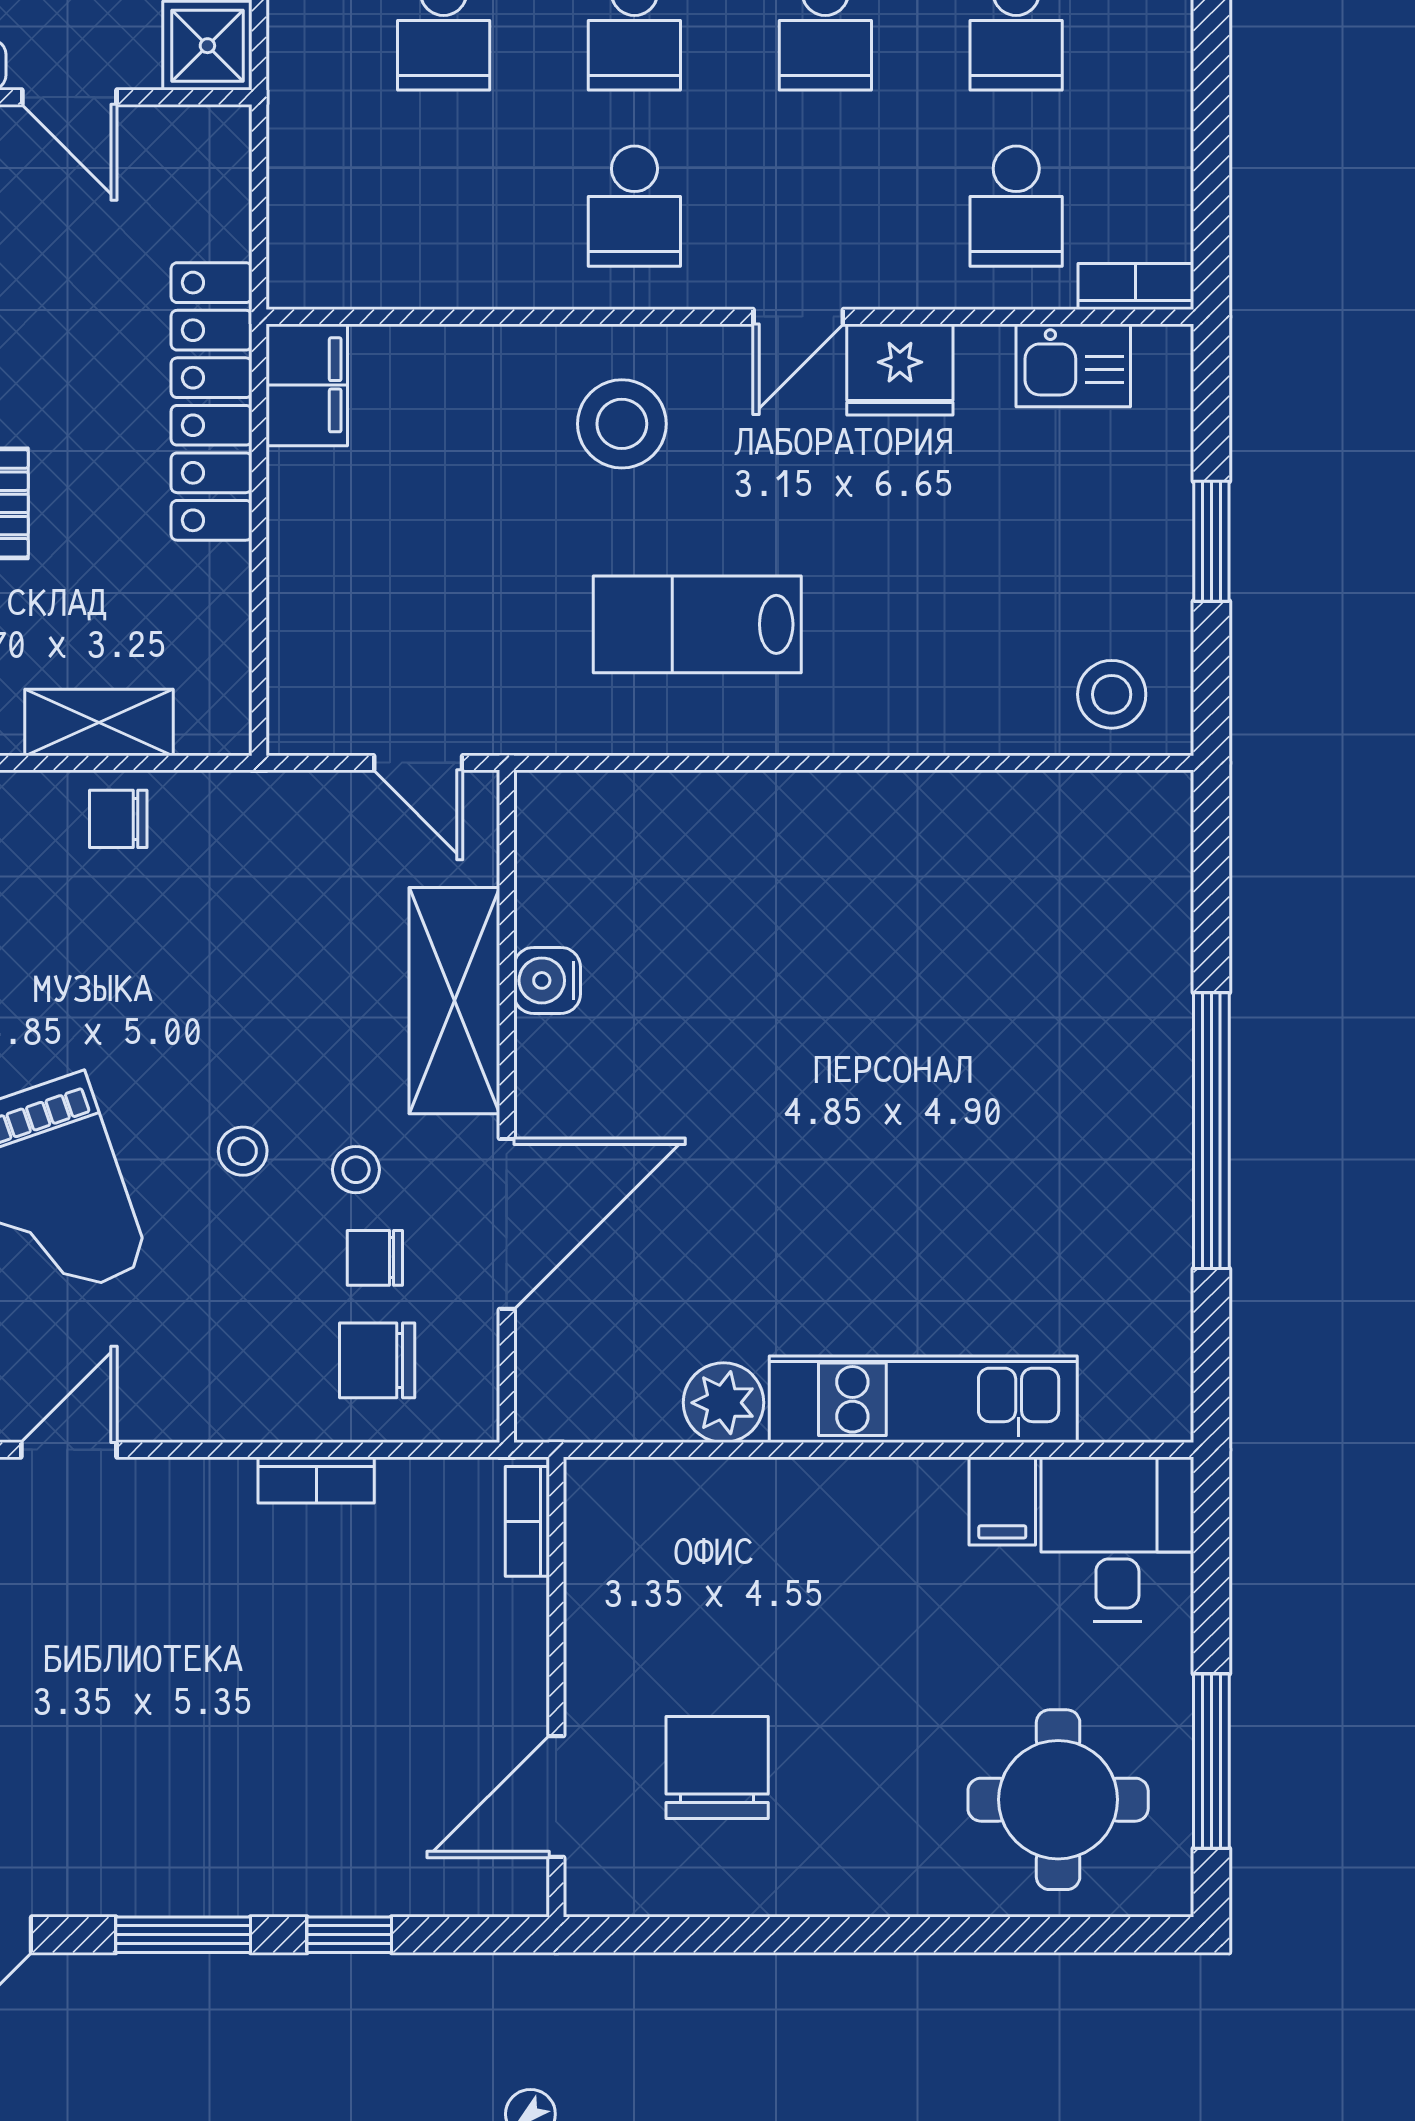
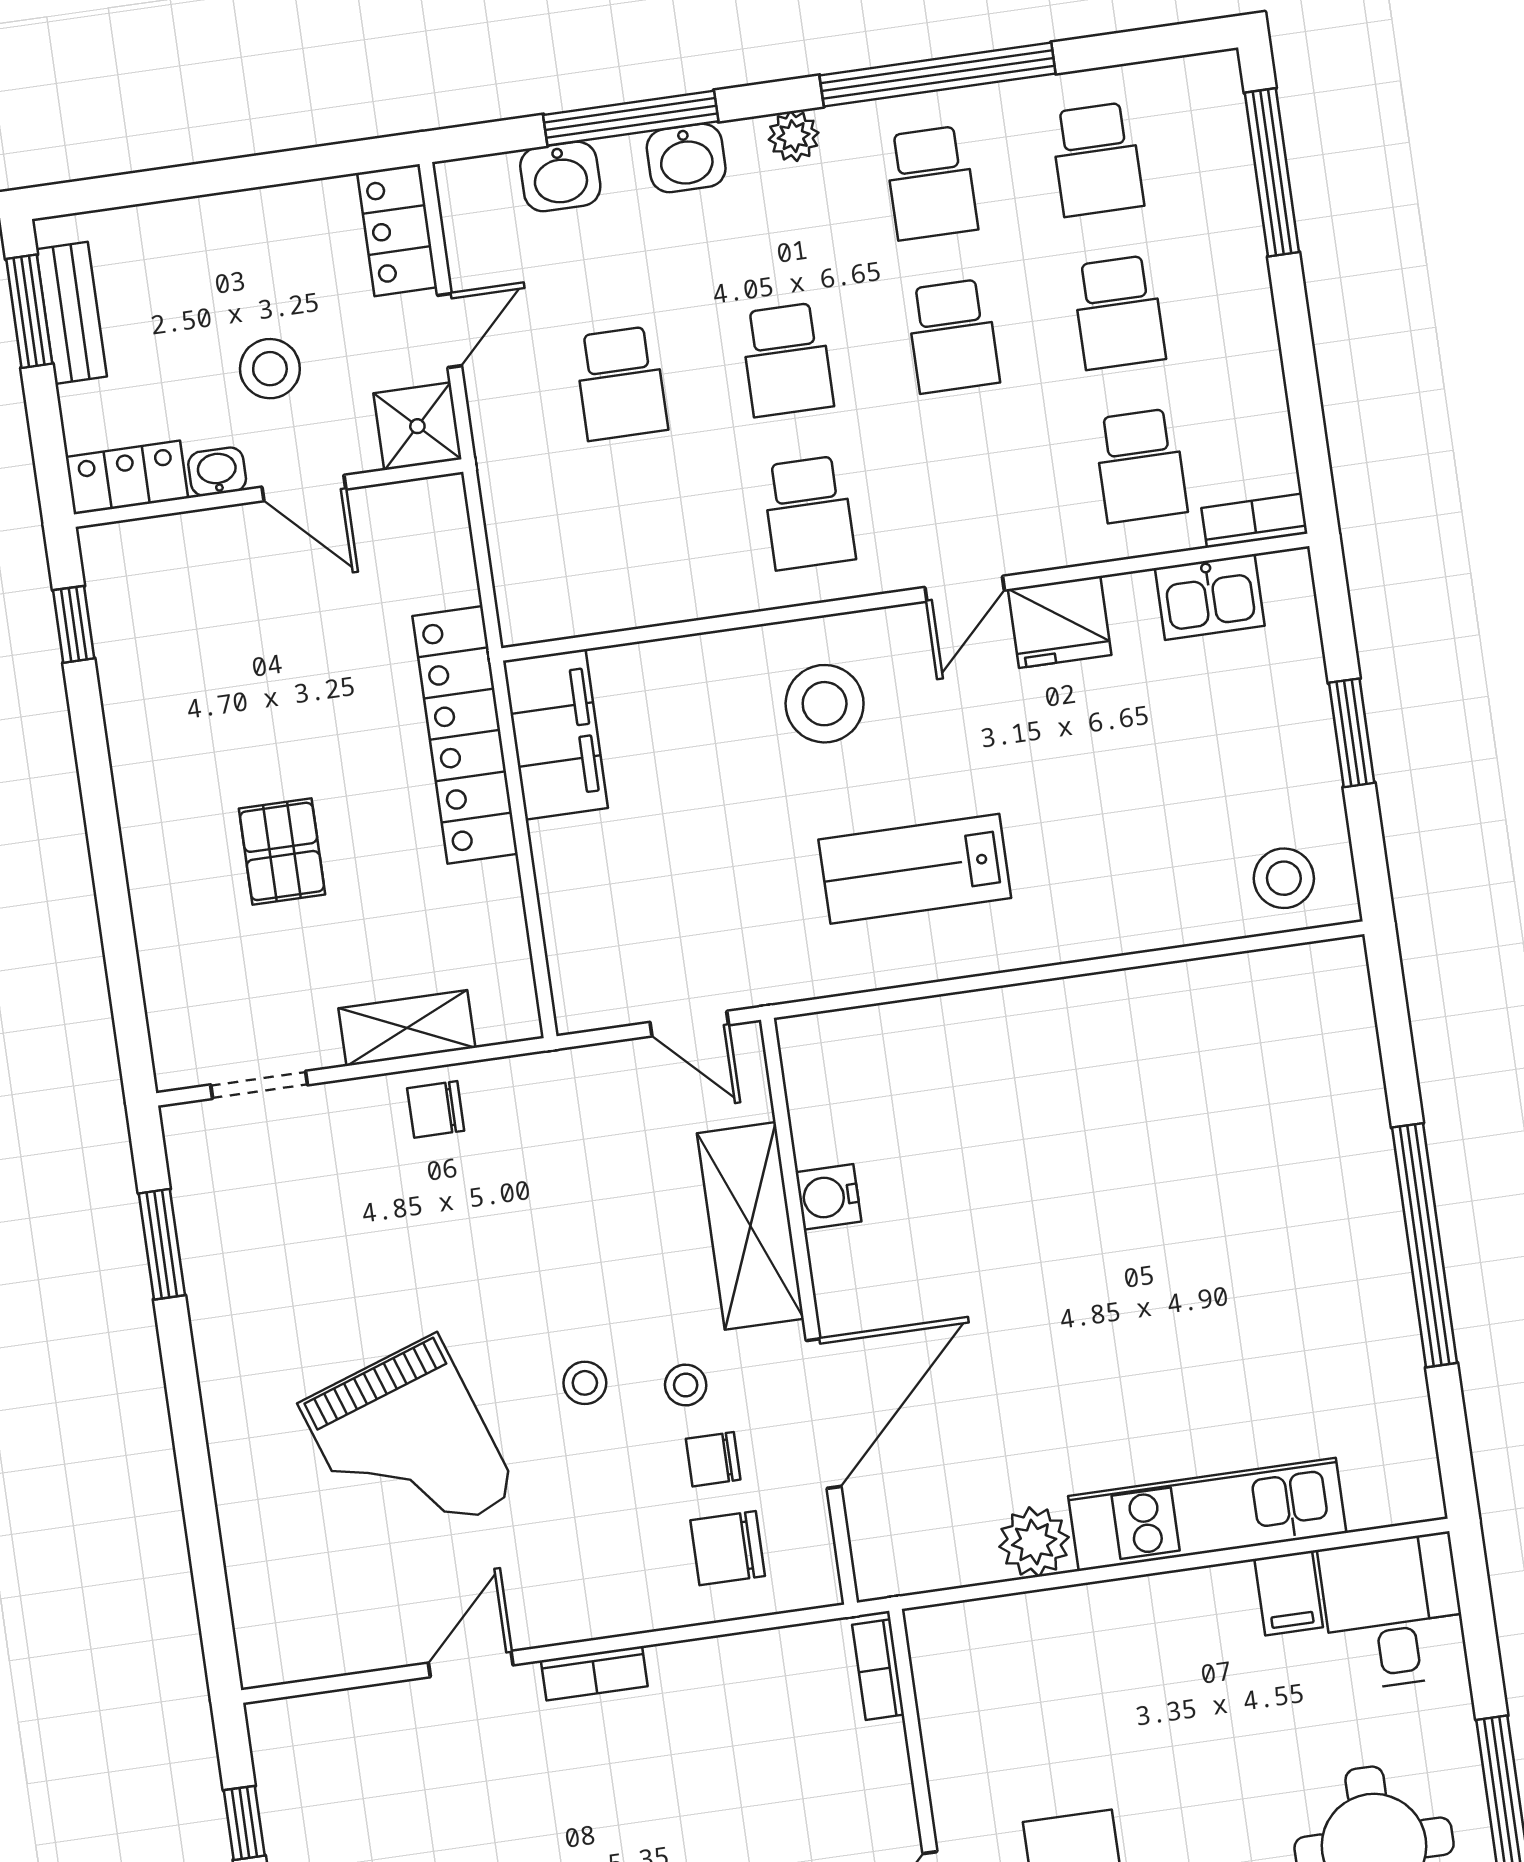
filing cabinet: (307, 385) -> (555, 734), width x1.50, depth x1.17
bookcase: (316, 1480) -> (594, 1673), moved

